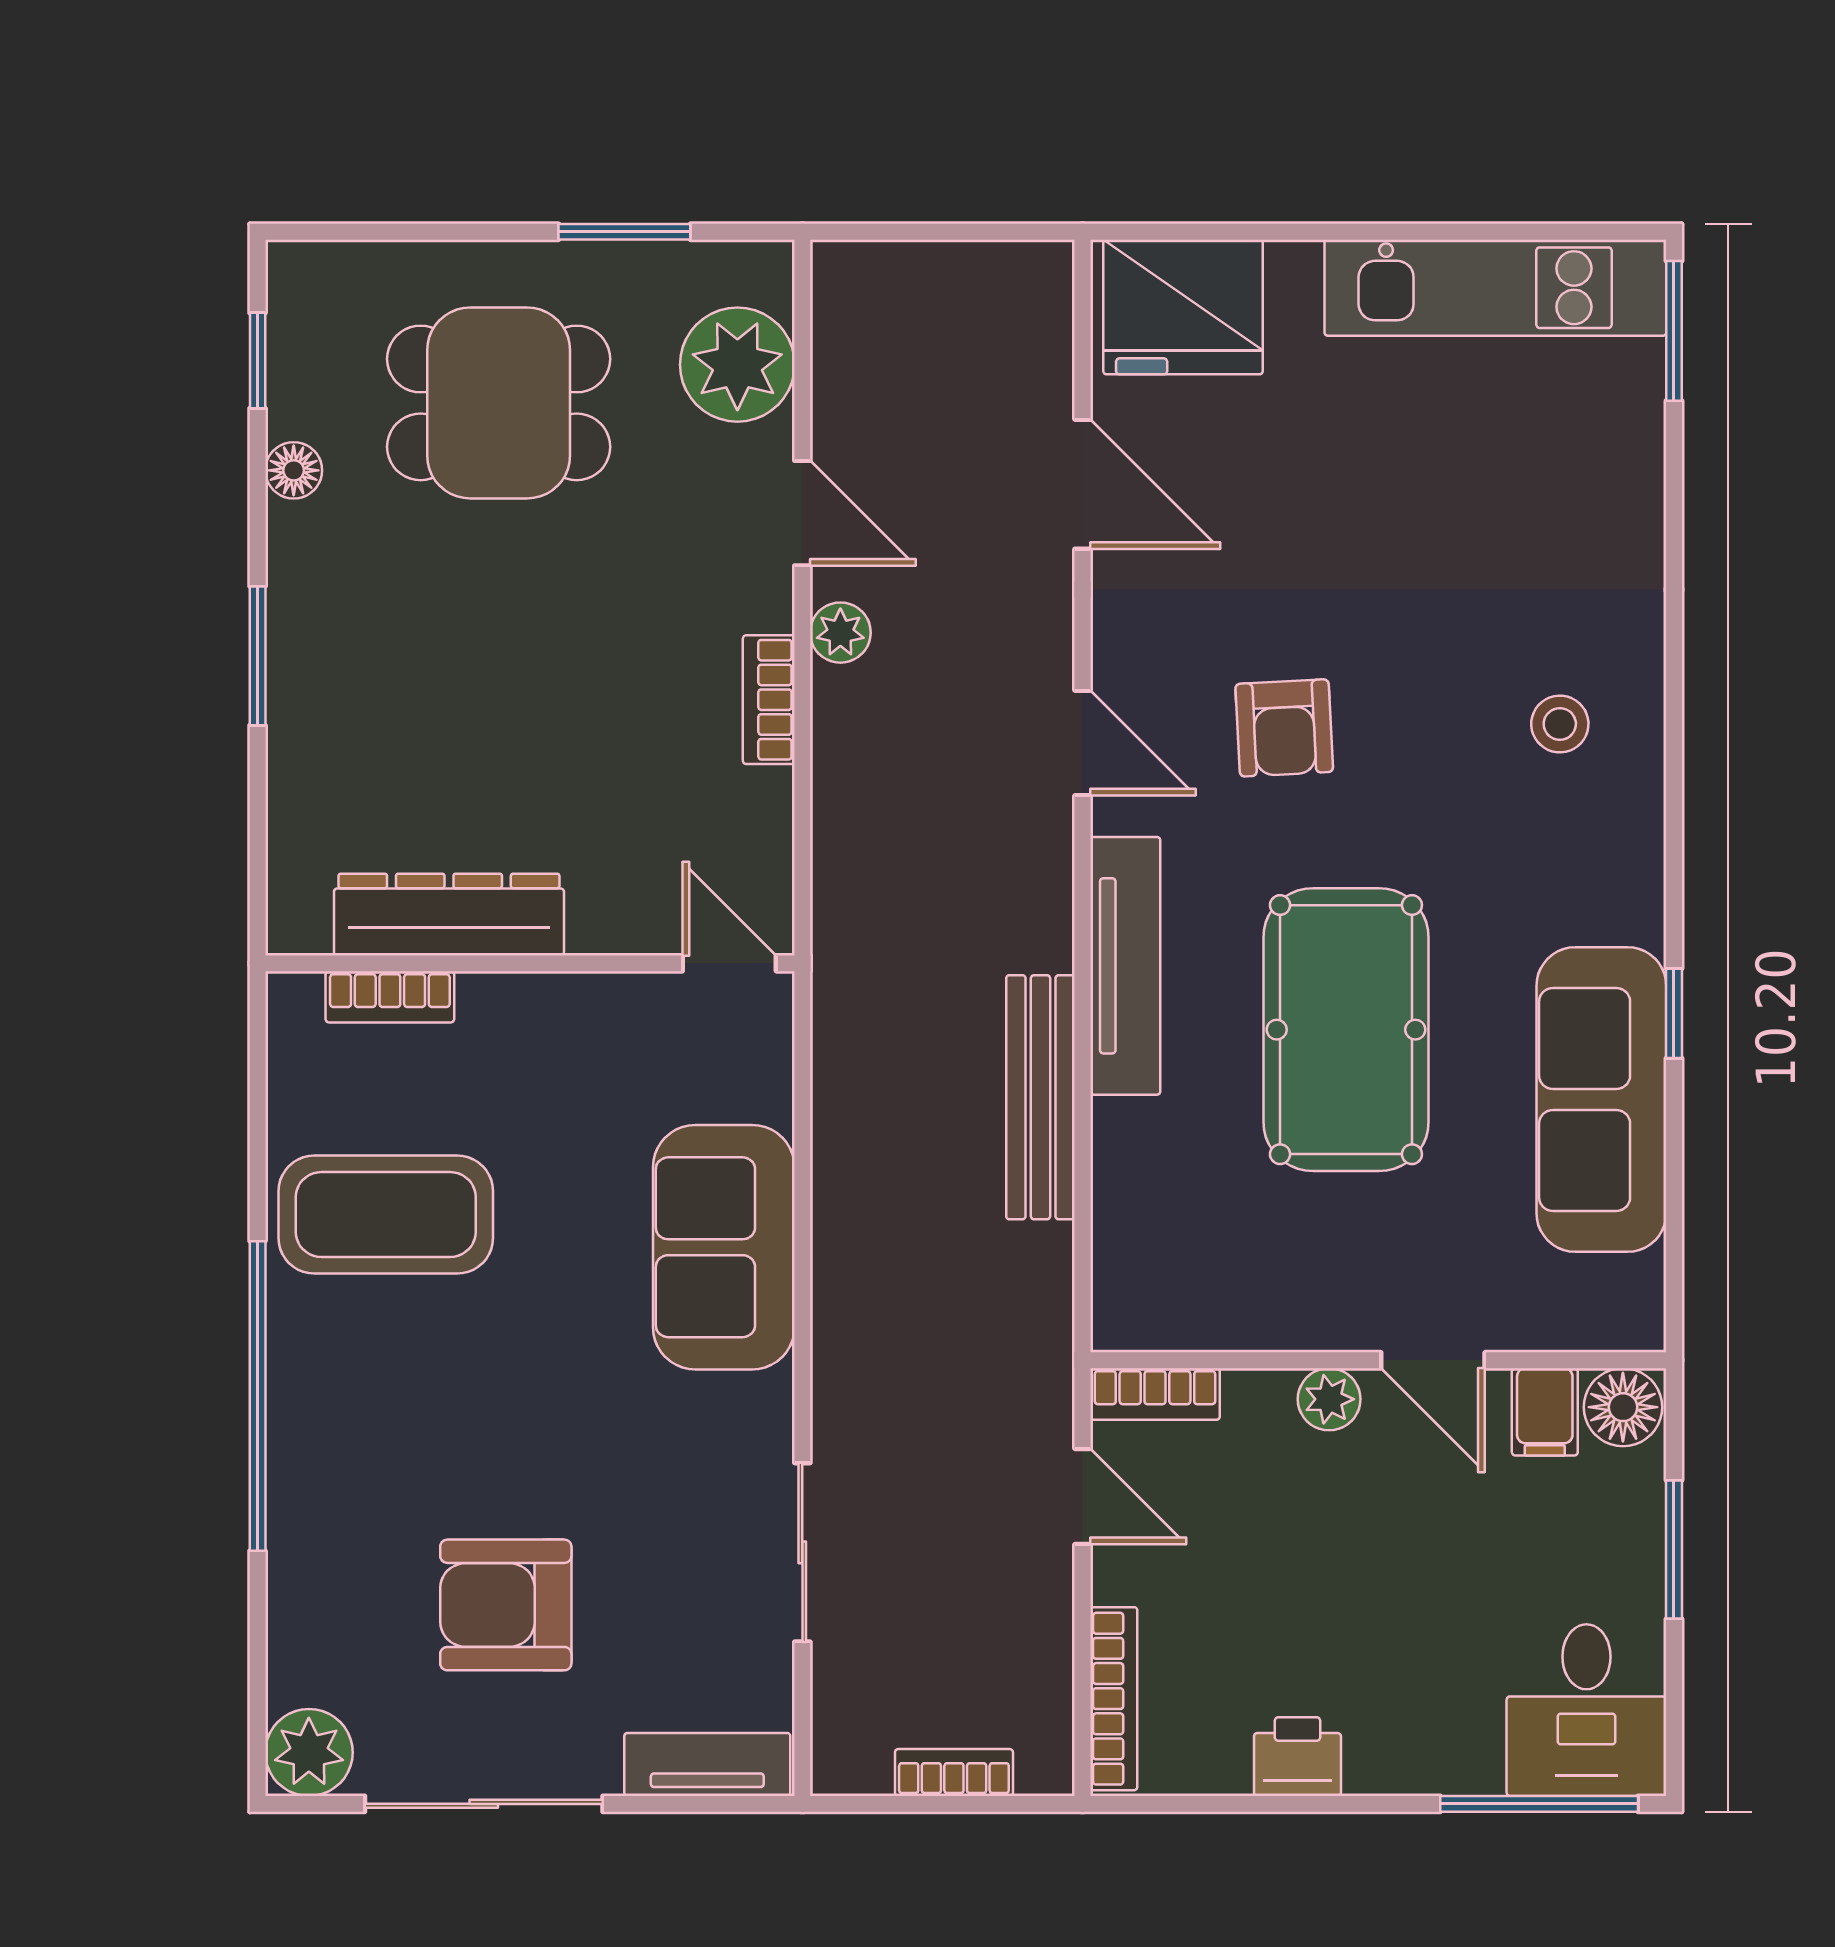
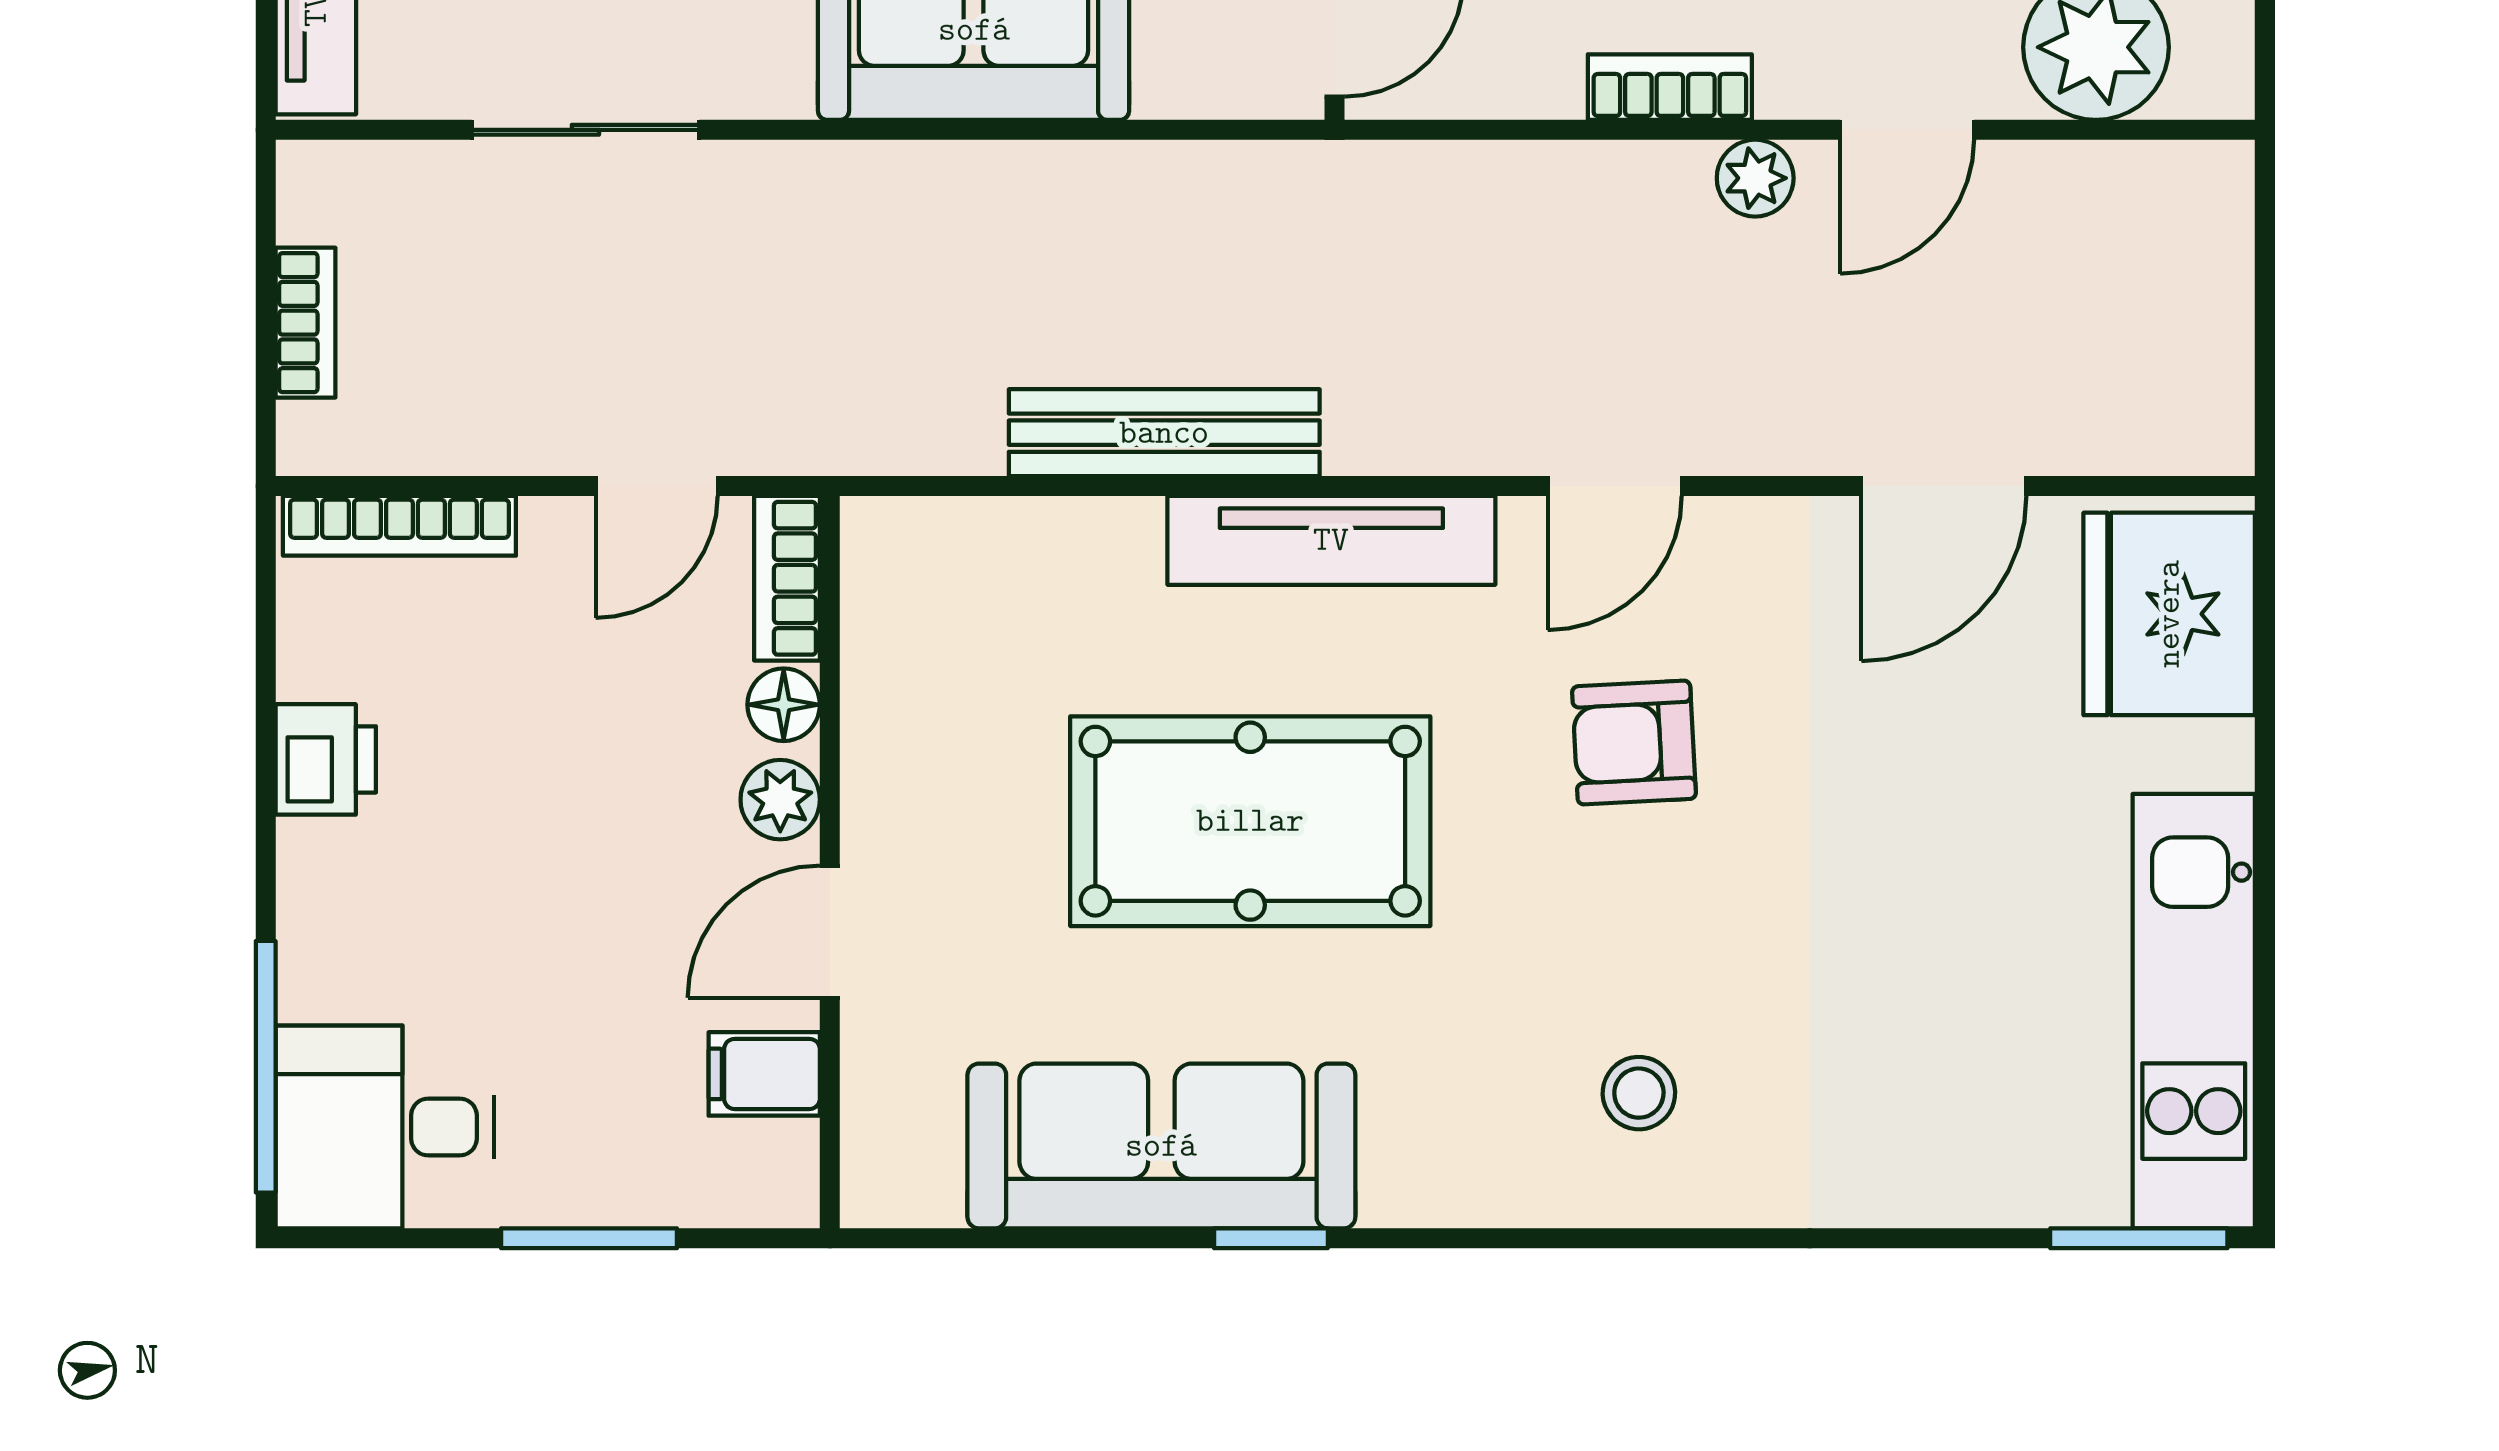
floor lamp: (1623, 1407) -> (784, 705), moved, width x0.73, depth x0.73

